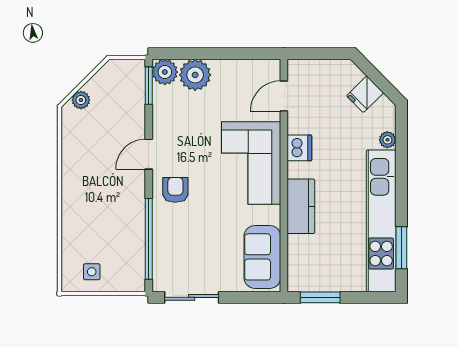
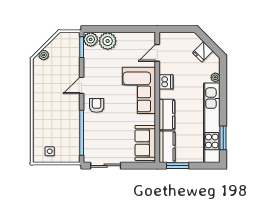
kitchen counter: (301, 264) -> (167, 147), added

